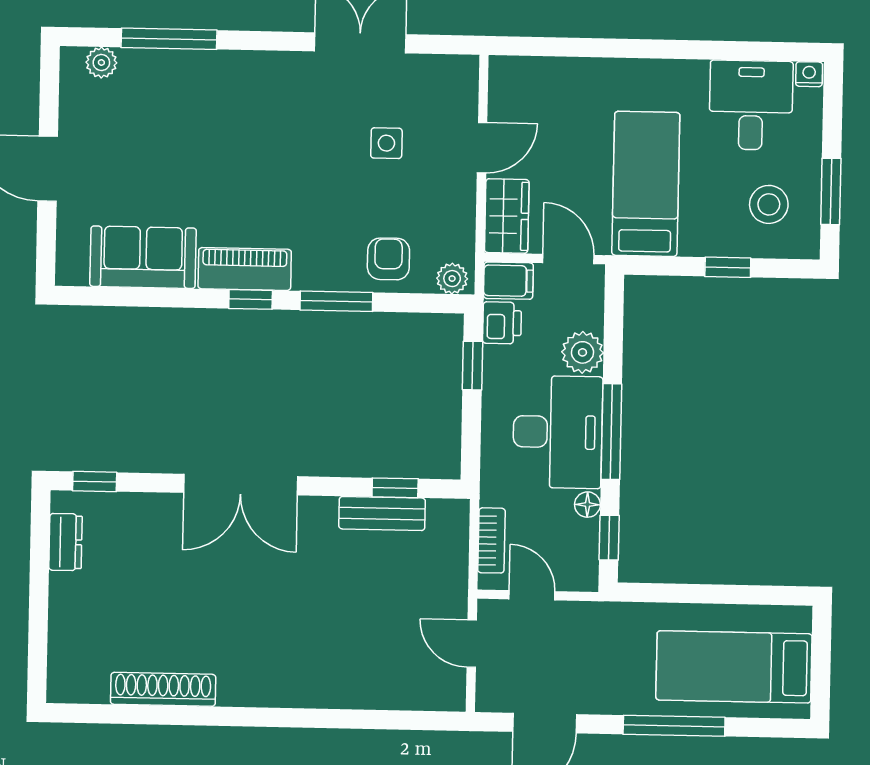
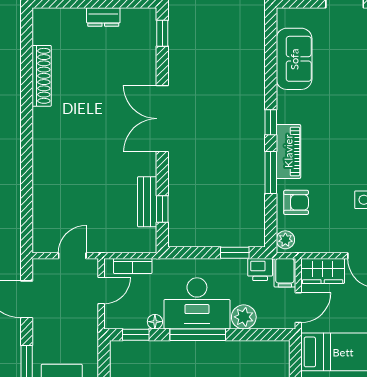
piano: (245, 269) -> (288, 151), moved
dresser: (66, 542) -> (103, 17), moved

